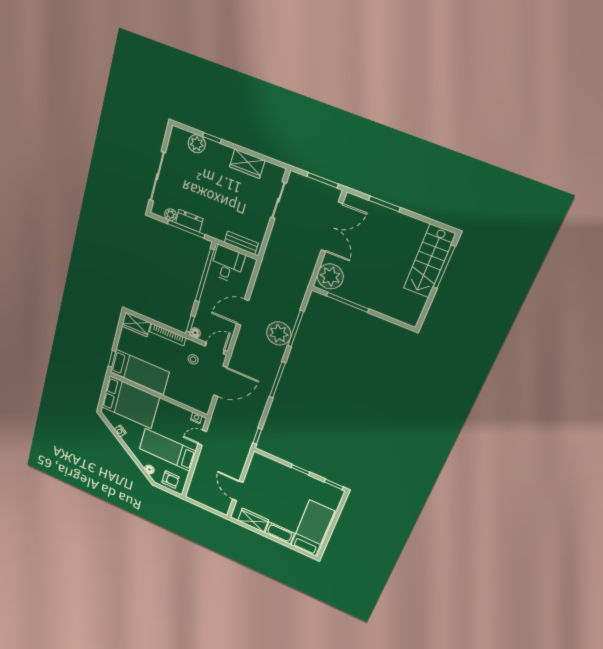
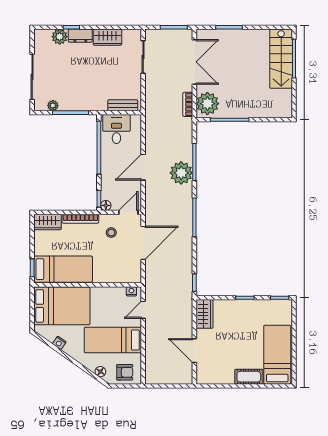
dresser: (189, 221) -> (80, 36), moved, turned 180
bookcase: (309, 269) -> (188, 104), added
wardrobe: (253, 520) -> (204, 314), moved, turned 90

